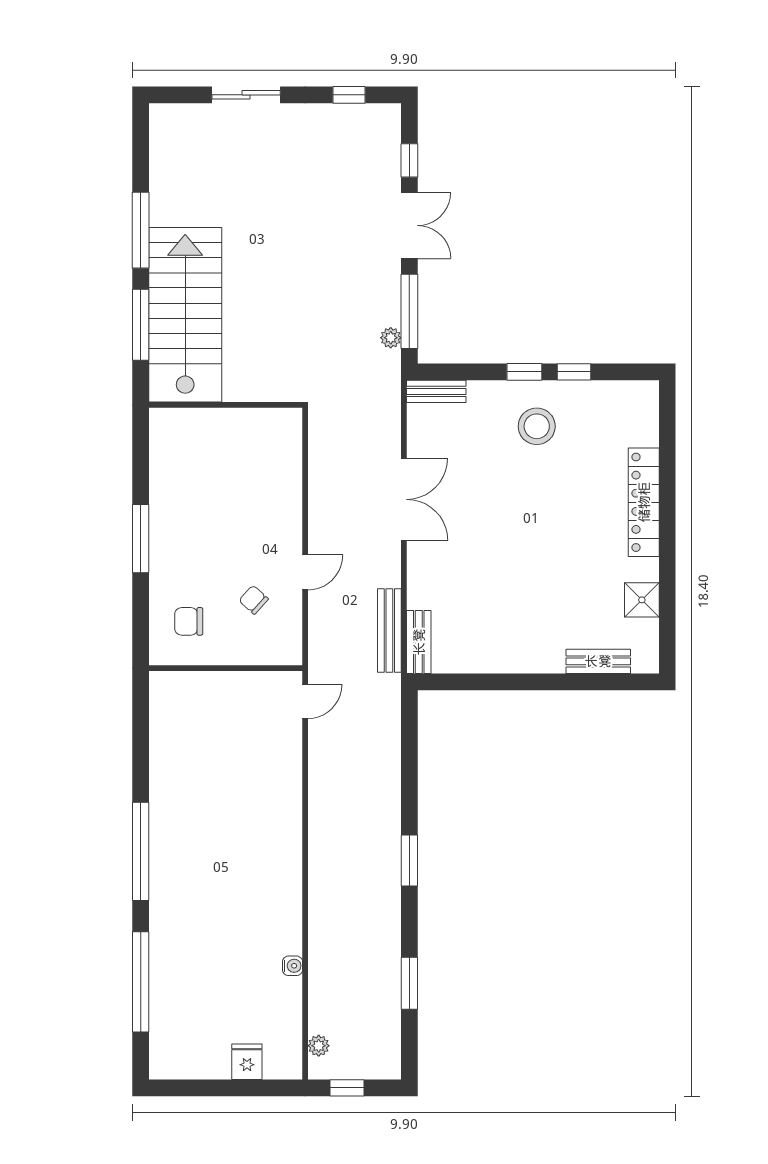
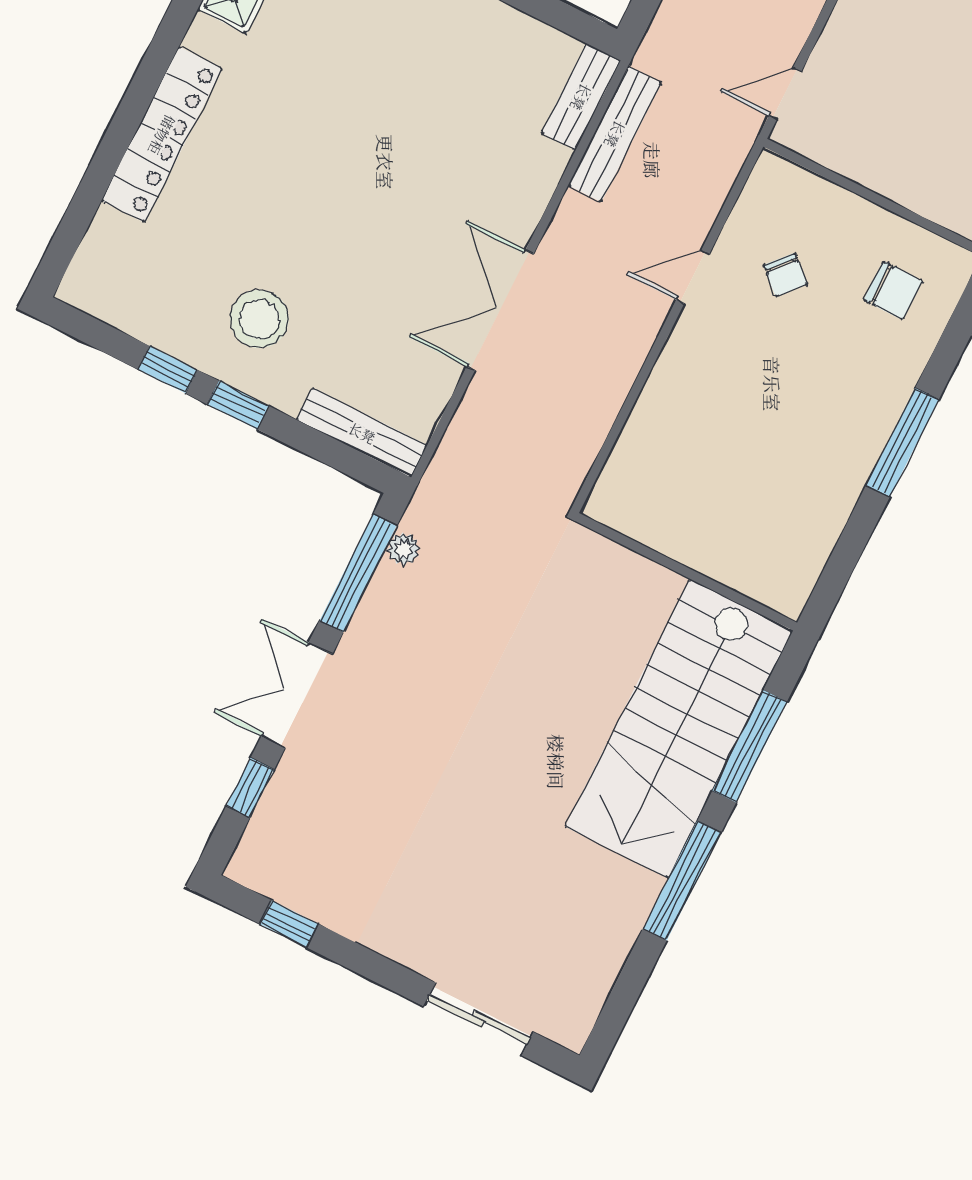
sliding door: (246, 95) -> (479, 1019), moved
bench: (436, 391) -> (362, 433), width x1.36

